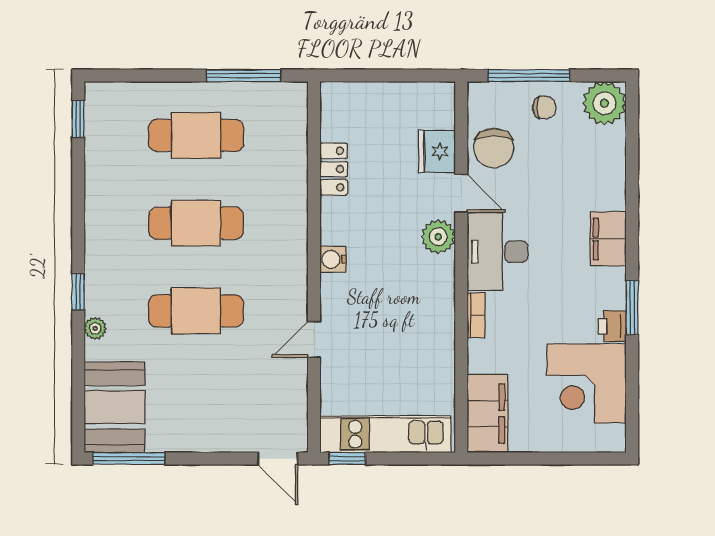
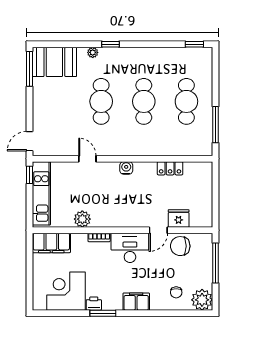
chair: (544, 107) -> (176, 292), moved
plant: (438, 237) -> (82, 219), moved

